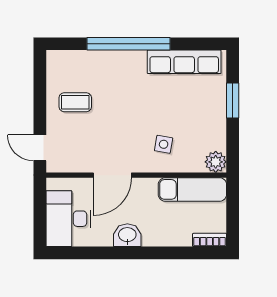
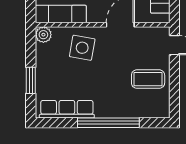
coffee table: (75, 102) -> (148, 79), width x1.36, depth x1.30
side table: (164, 144) -> (82, 48), width x1.87, depth x1.87

